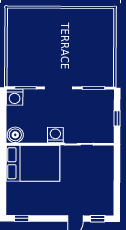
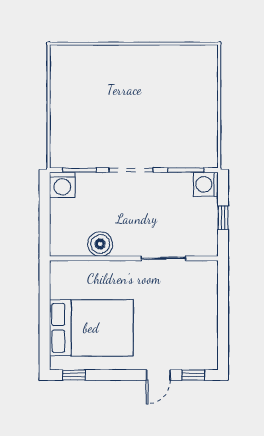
boiler: (15, 135) -> (100, 244), moved
washing machine: (55, 135) -> (206, 184), moved, turned -90
bed: (33, 163) -> (91, 328), moved

